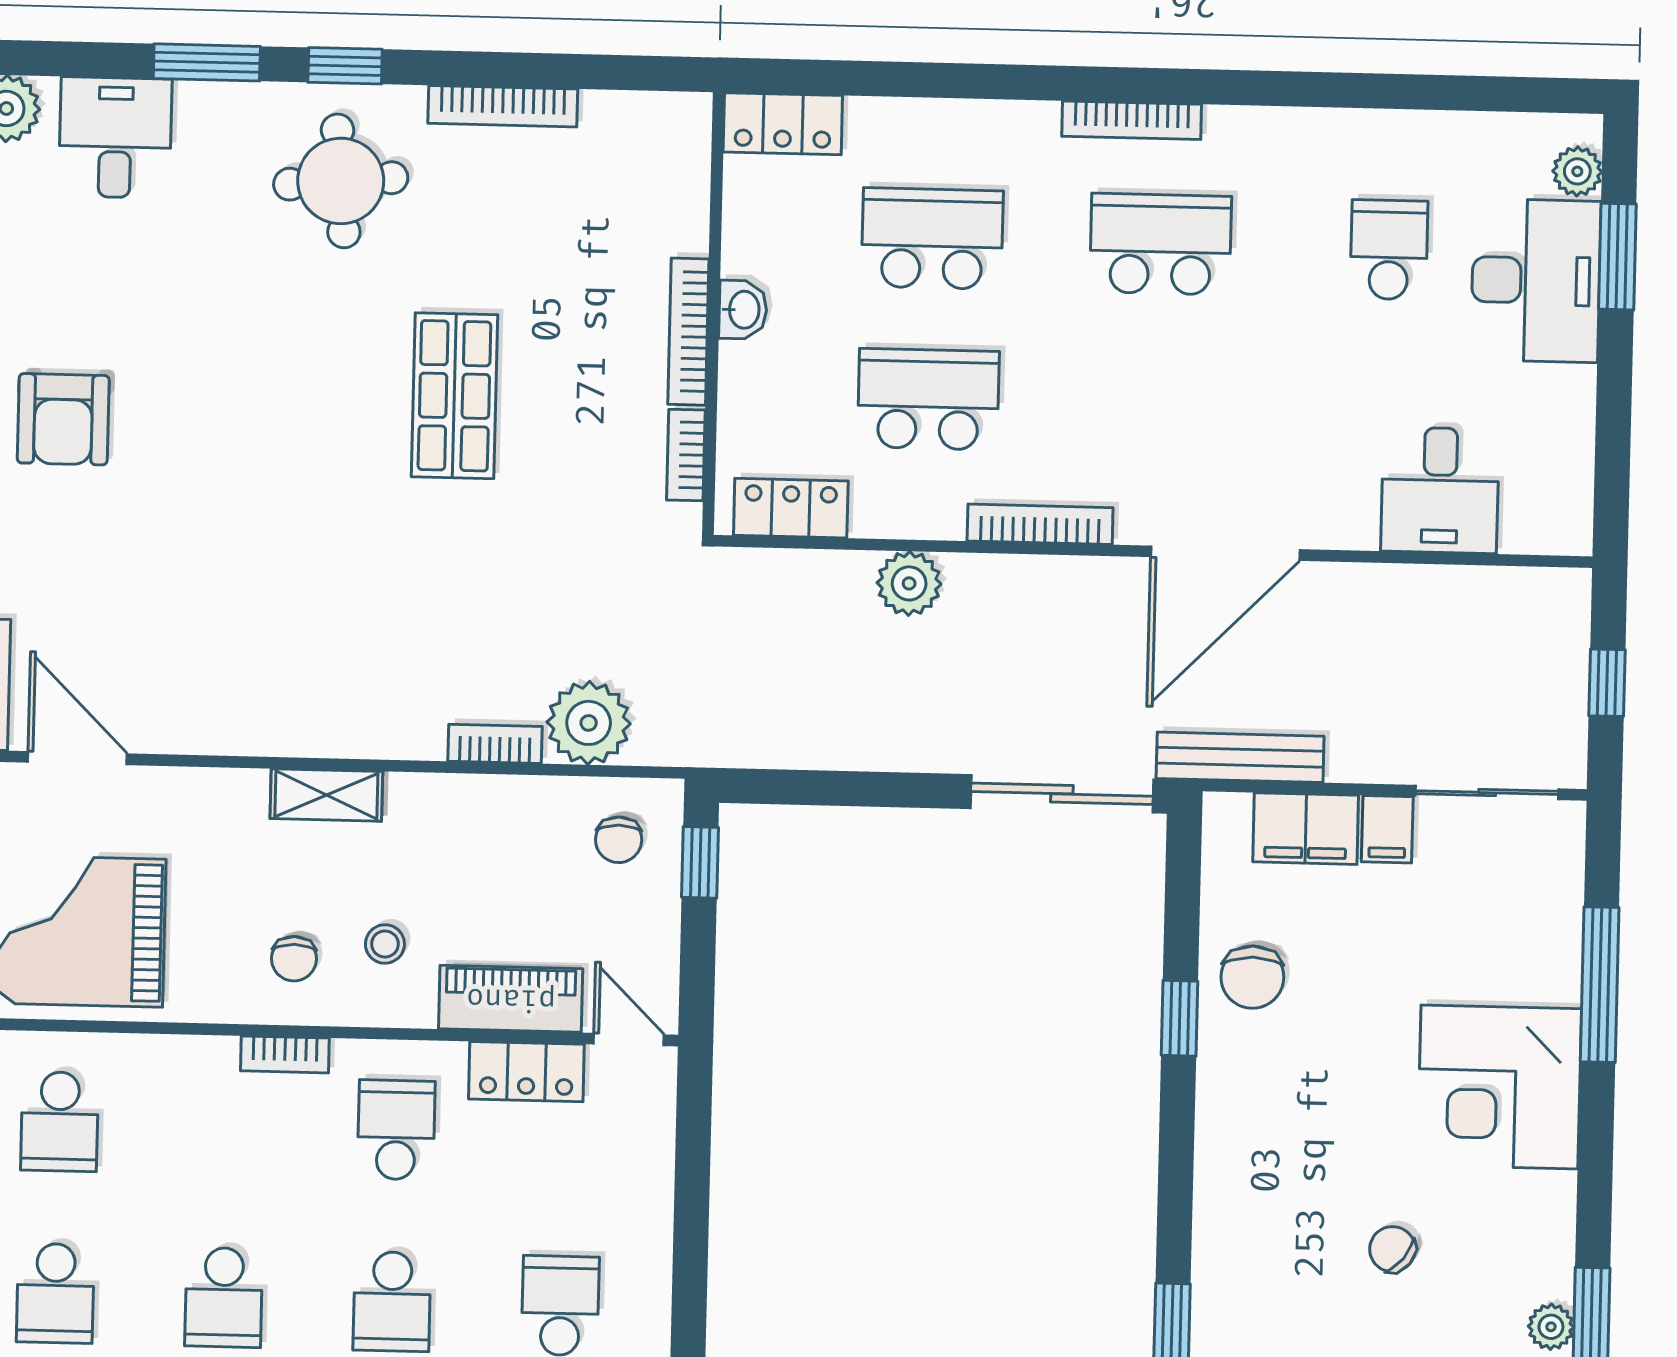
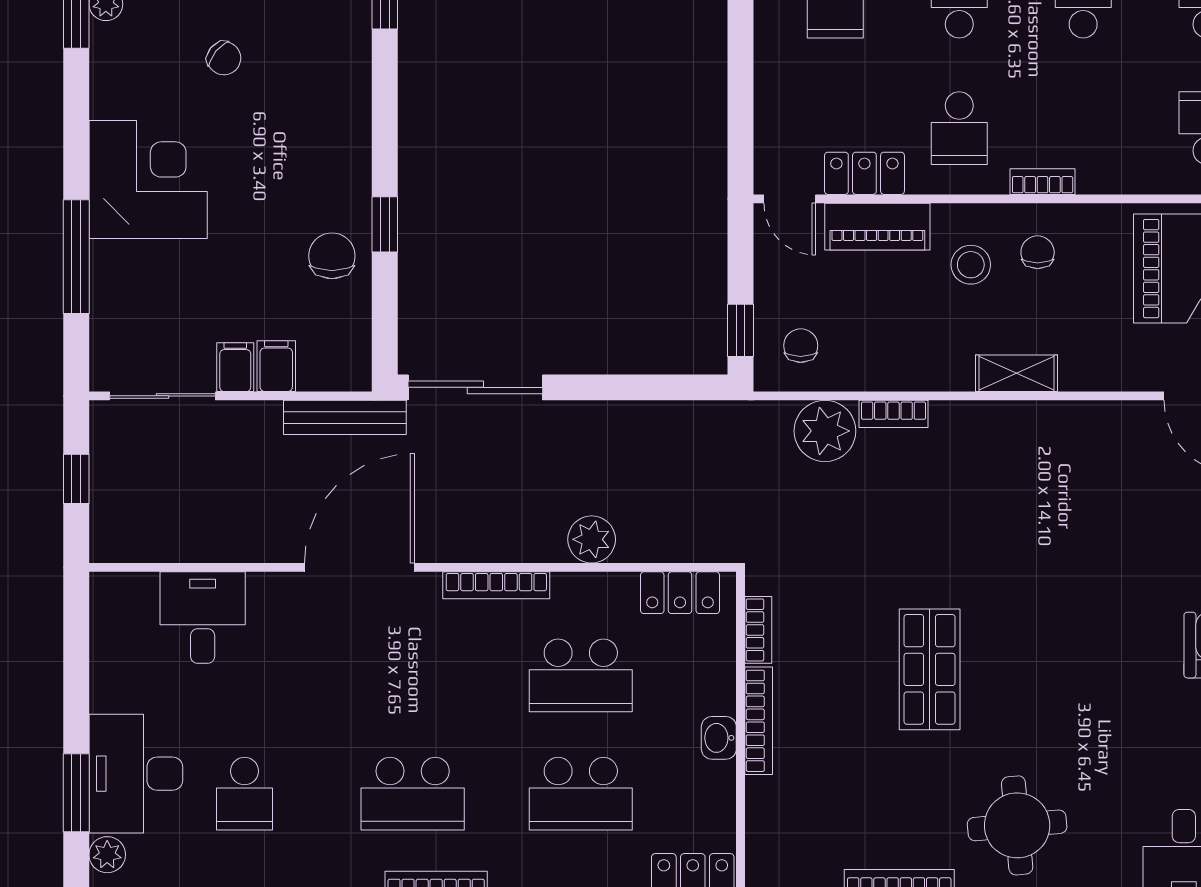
filing cabinet: (1306, 829) -> (276, 366), width x0.50
stool: (385, 944) -> (971, 265), width x1.37, depth x1.37

